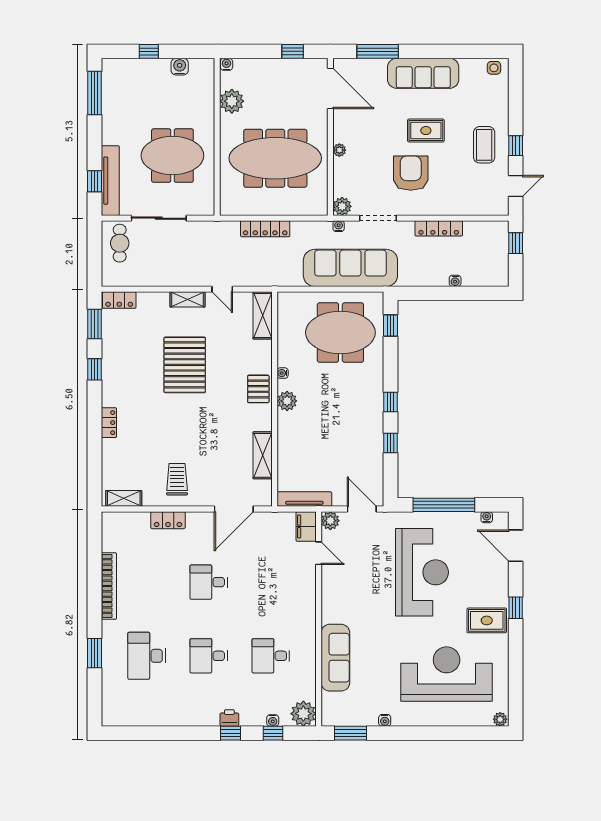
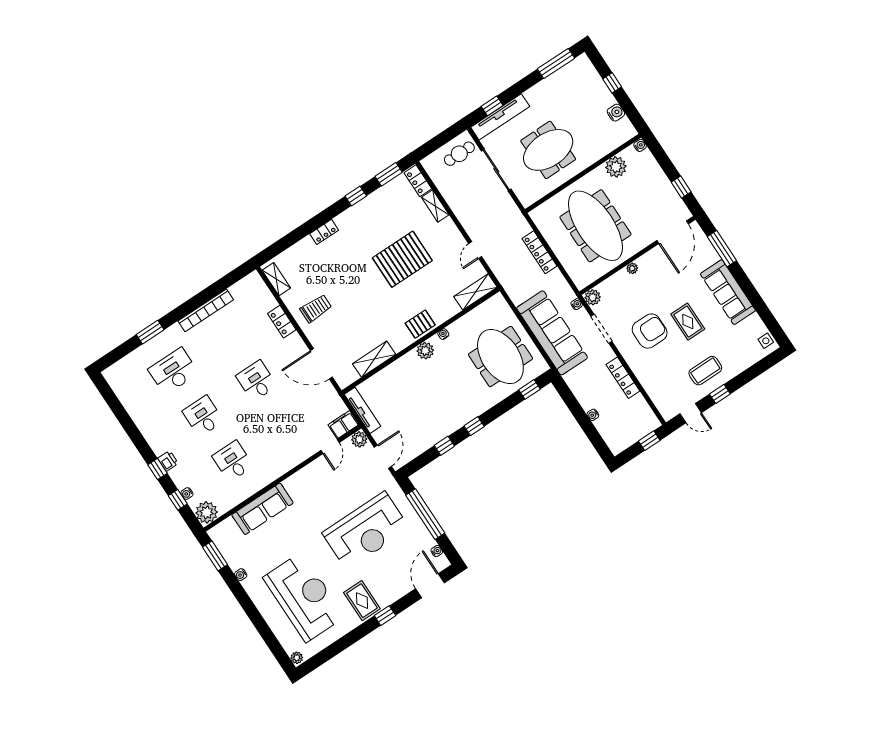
meeting table: (172, 156) -> (548, 150), turned 90
shelving: (187, 299) -> (435, 206), moved

